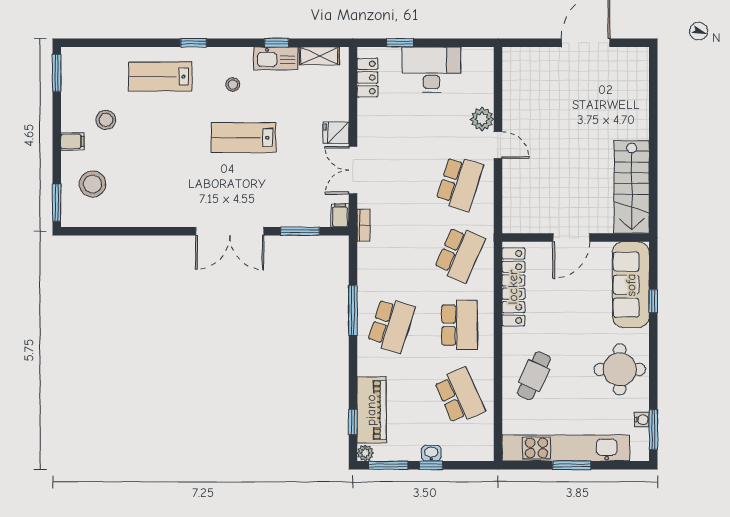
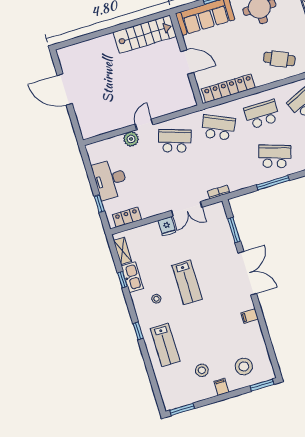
filing cabinet: (340, 215) -> (250, 316), moved

